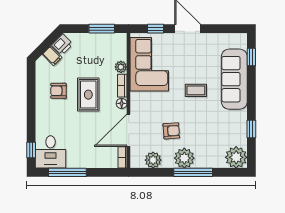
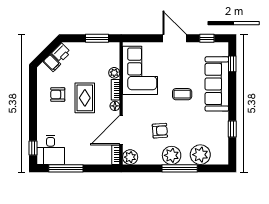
window: (155, 29) -> (207, 38), moved
plant: (236, 157) -> (200, 155), moved
plant: (153, 160) -> (130, 157), moved

